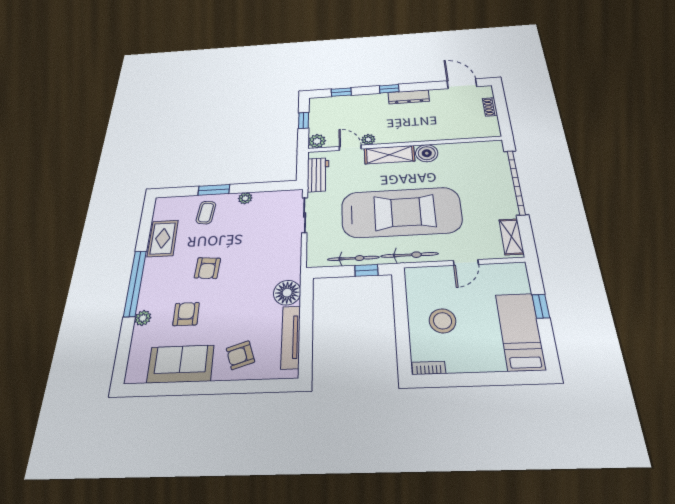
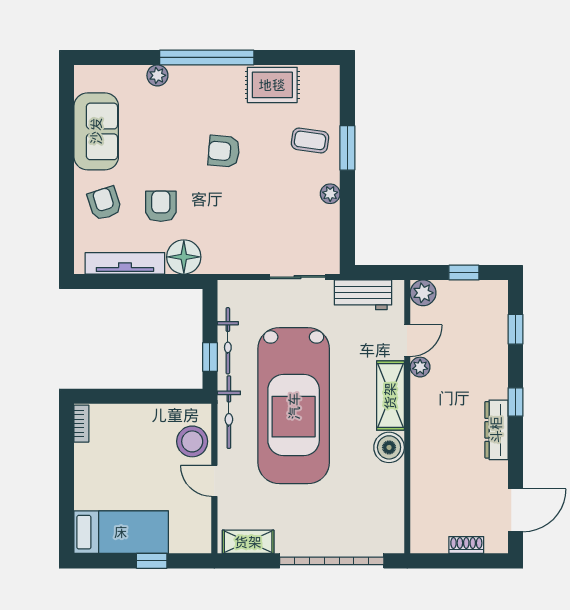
armchair: (186, 314) -> (161, 206), moved, turned -90
stool: (443, 321) -> (192, 441), moved

